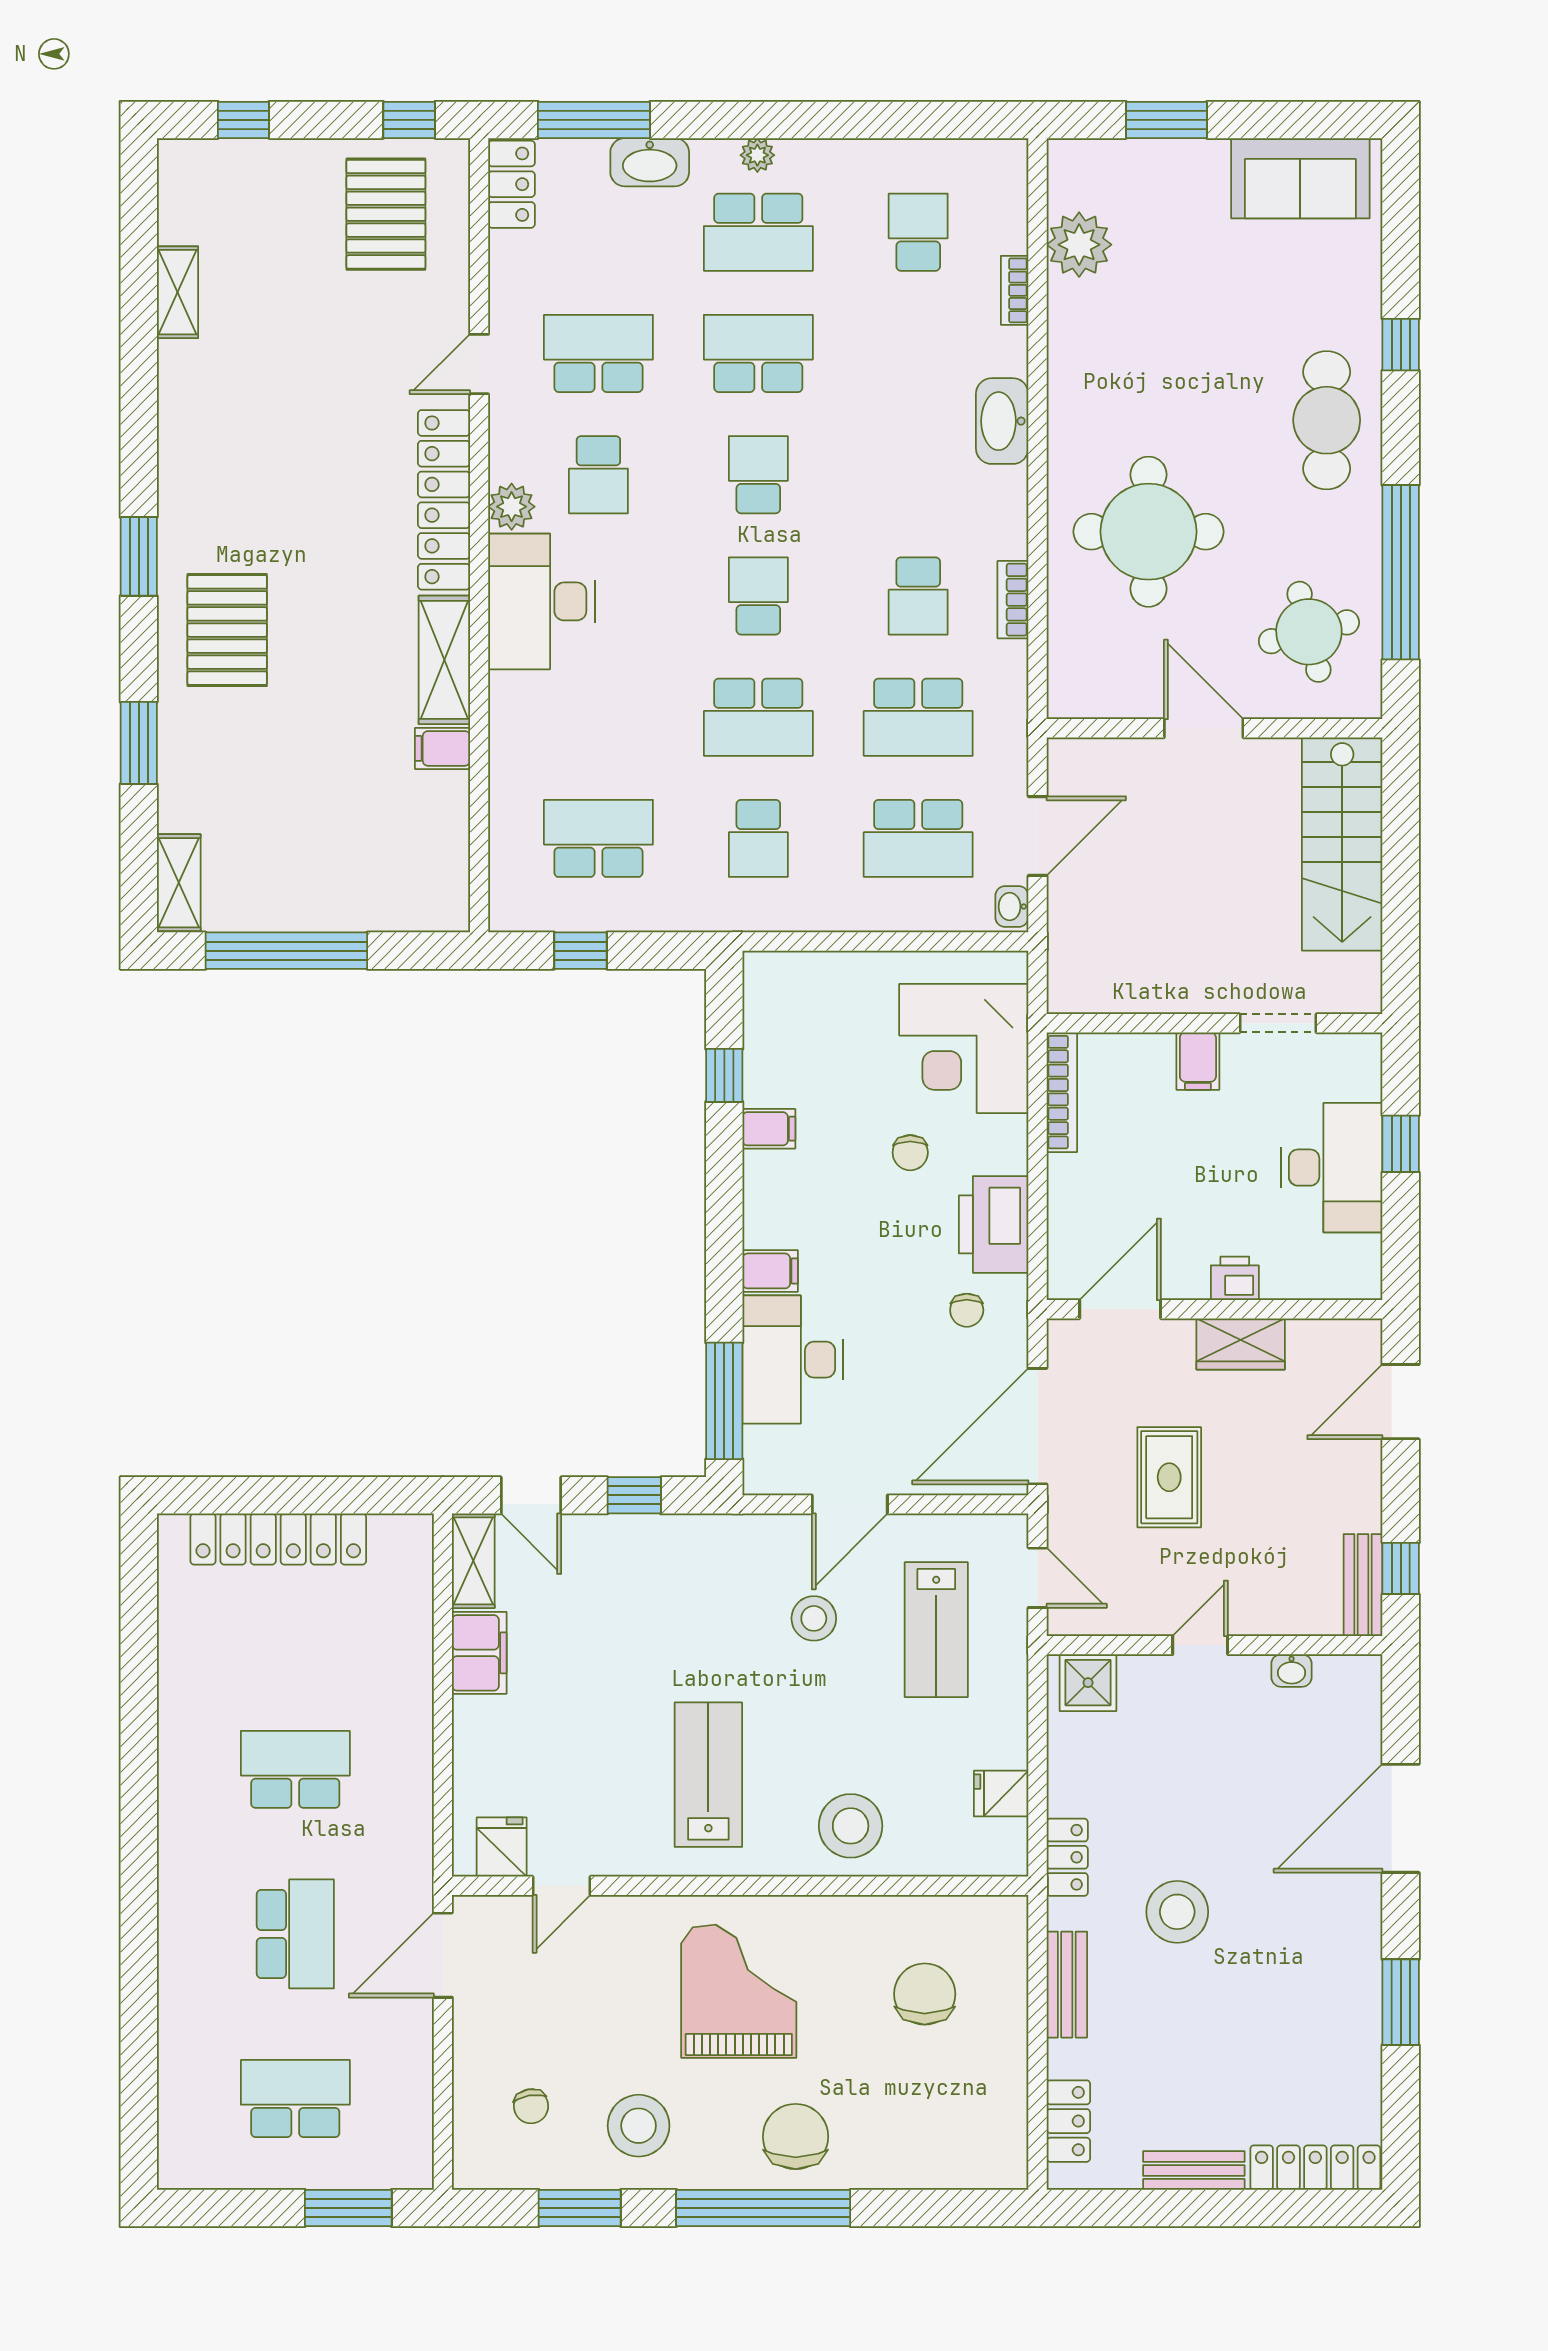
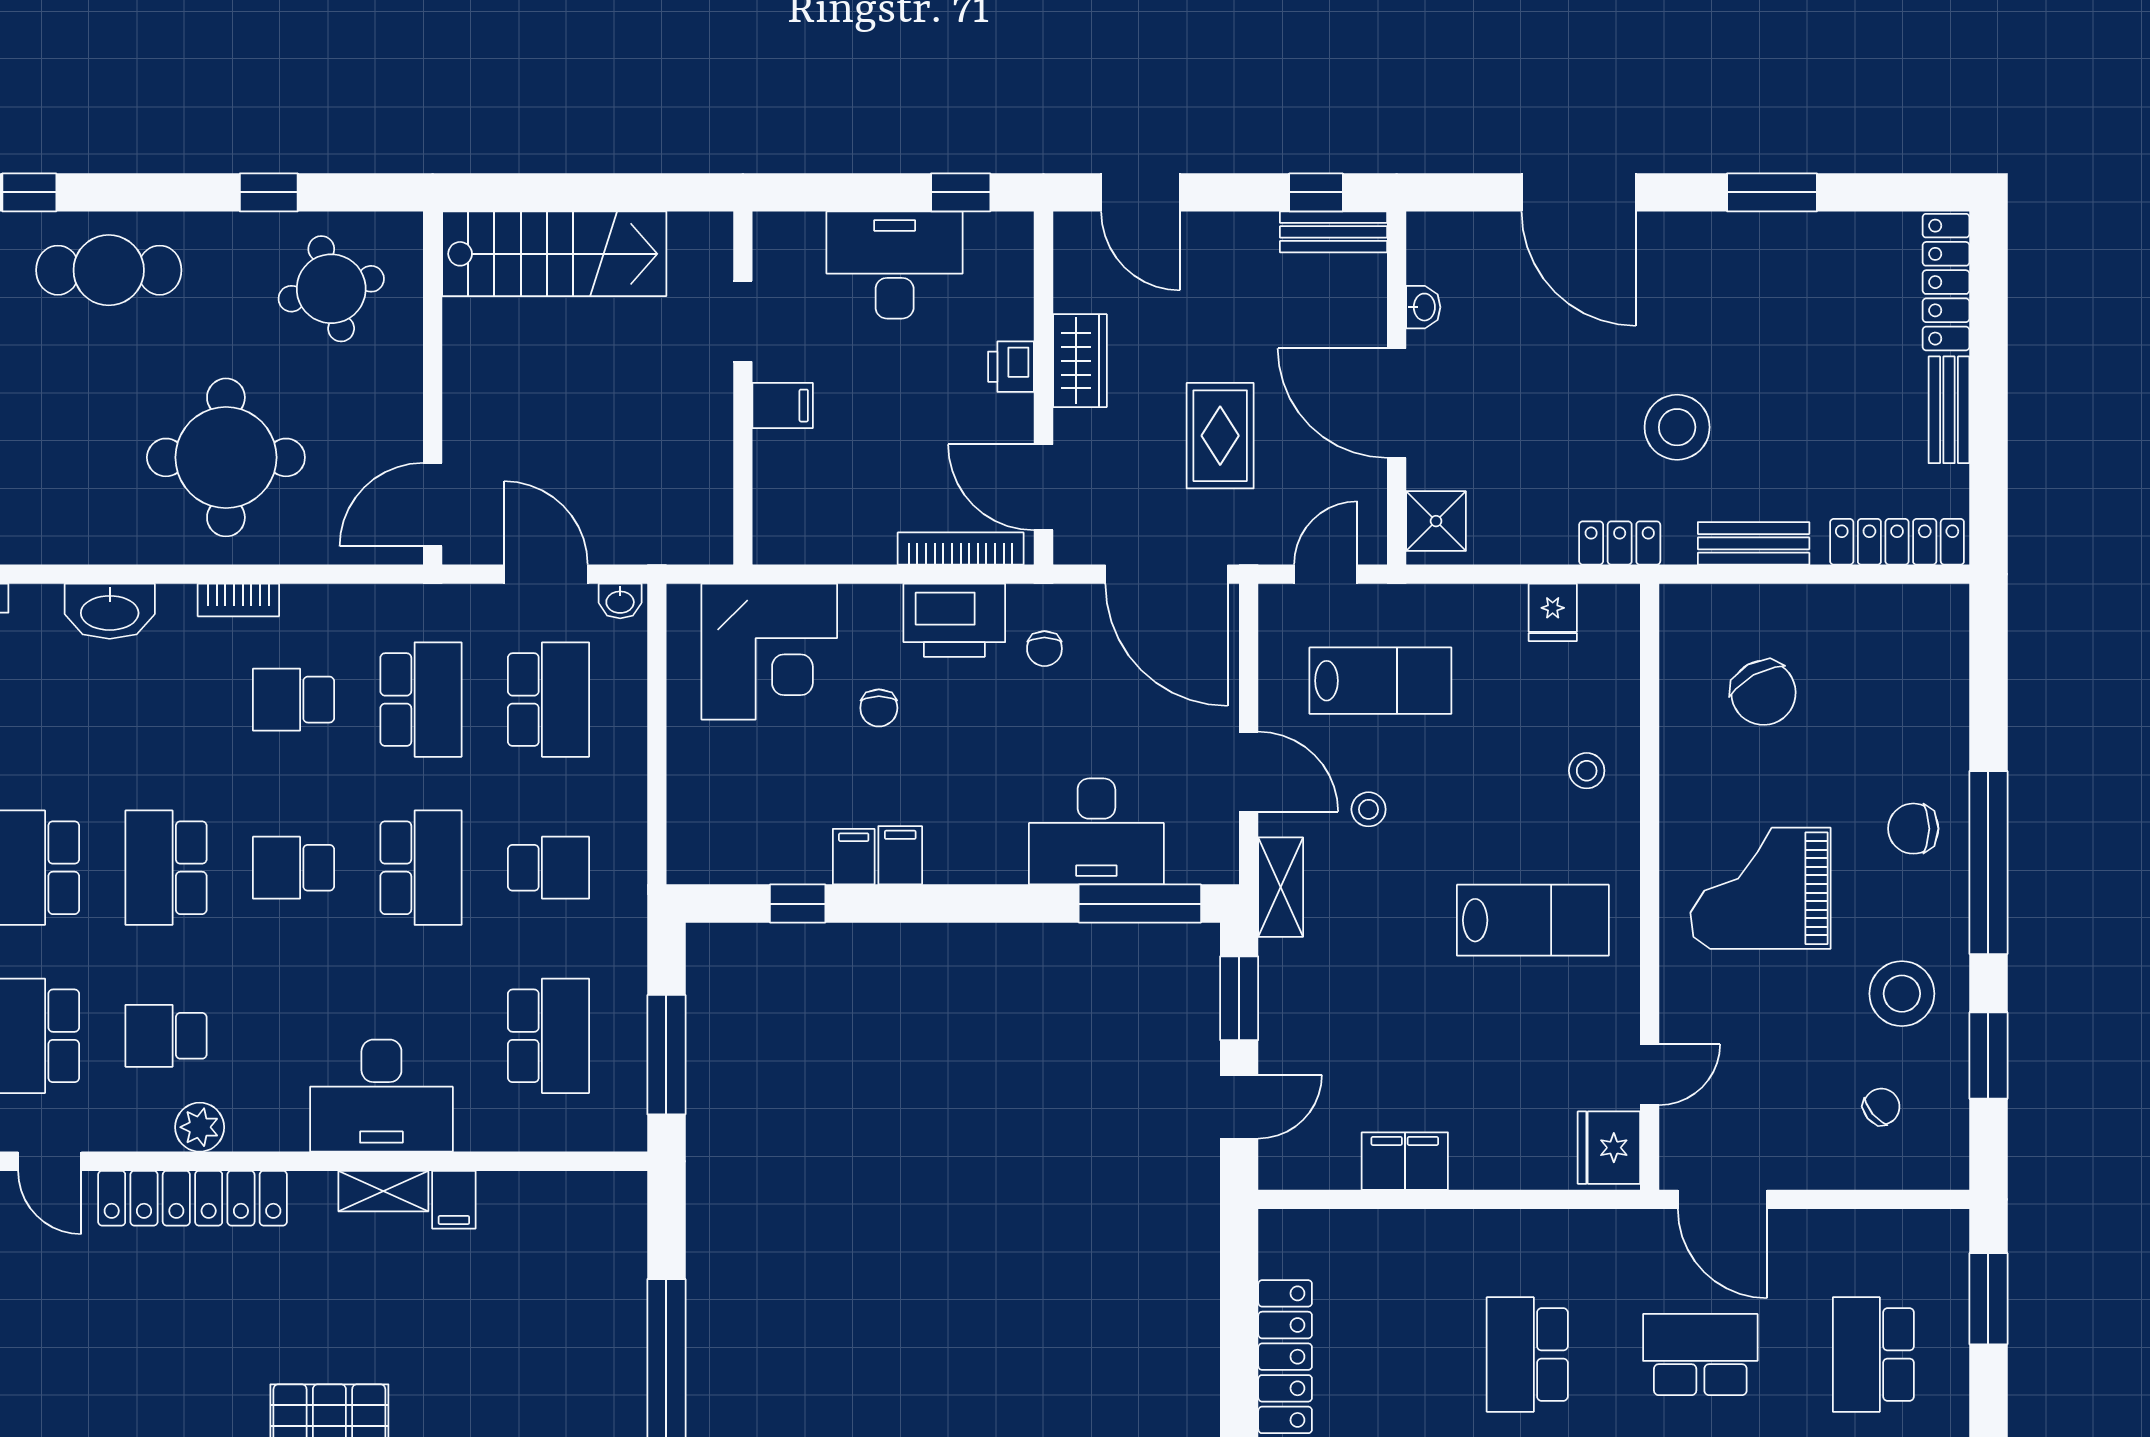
school desk: (598, 475) -> (166, 1036), turned 180
school desk: (758, 475) -> (166, 868), width x1.85
window: (1401, 572) -> (269, 192), width x0.32
school desk: (918, 596) -> (294, 700), turned 180
bookcase: (1013, 600) -> (238, 600), moved
desk: (542, 601) -> (381, 1096), moved
shelving: (444, 660) -> (383, 1191), width x0.67, depth x0.75
door: (1204, 728) -> (433, 505), moved
school desk: (598, 838) -> (548, 1036), turned 180
window: (580, 951) -> (666, 1055), width x2.17
bookcase: (1062, 1092) -> (961, 549), moved
window: (1401, 1144) -> (961, 192), moved
chair: (910, 1153) -> (879, 708), turned 90
filing cabinet: (770, 1271) -> (900, 855), moved
chair: (967, 1310) -> (1044, 649), turned 90
rug: (1169, 1477) -> (1220, 436), turned 90
window: (634, 1495) -> (1239, 998), width x1.50
shelving: (473, 1561) -> (1281, 887), moved, turned 90
stool: (814, 1618) -> (1369, 809), width x0.73, depth x0.73
door: (1200, 1645) -> (1397, 403), width x1.88
lab bench: (708, 1775) -> (1533, 920), turned 180
stool: (851, 1826) -> (1587, 771), width x0.53, depth x0.53
fridge: (502, 1847) -> (1609, 1148), width x1.38
door: (561, 1886) -> (1650, 1075), hinge flipped
chair: (925, 1994) -> (1763, 693), turned -119
chair: (531, 2106) -> (1881, 1107), turned -30
locker: (1068, 2121) -> (1897, 542), width x1.53
chair: (796, 2137) -> (1913, 829), width x0.73, depth x0.73

